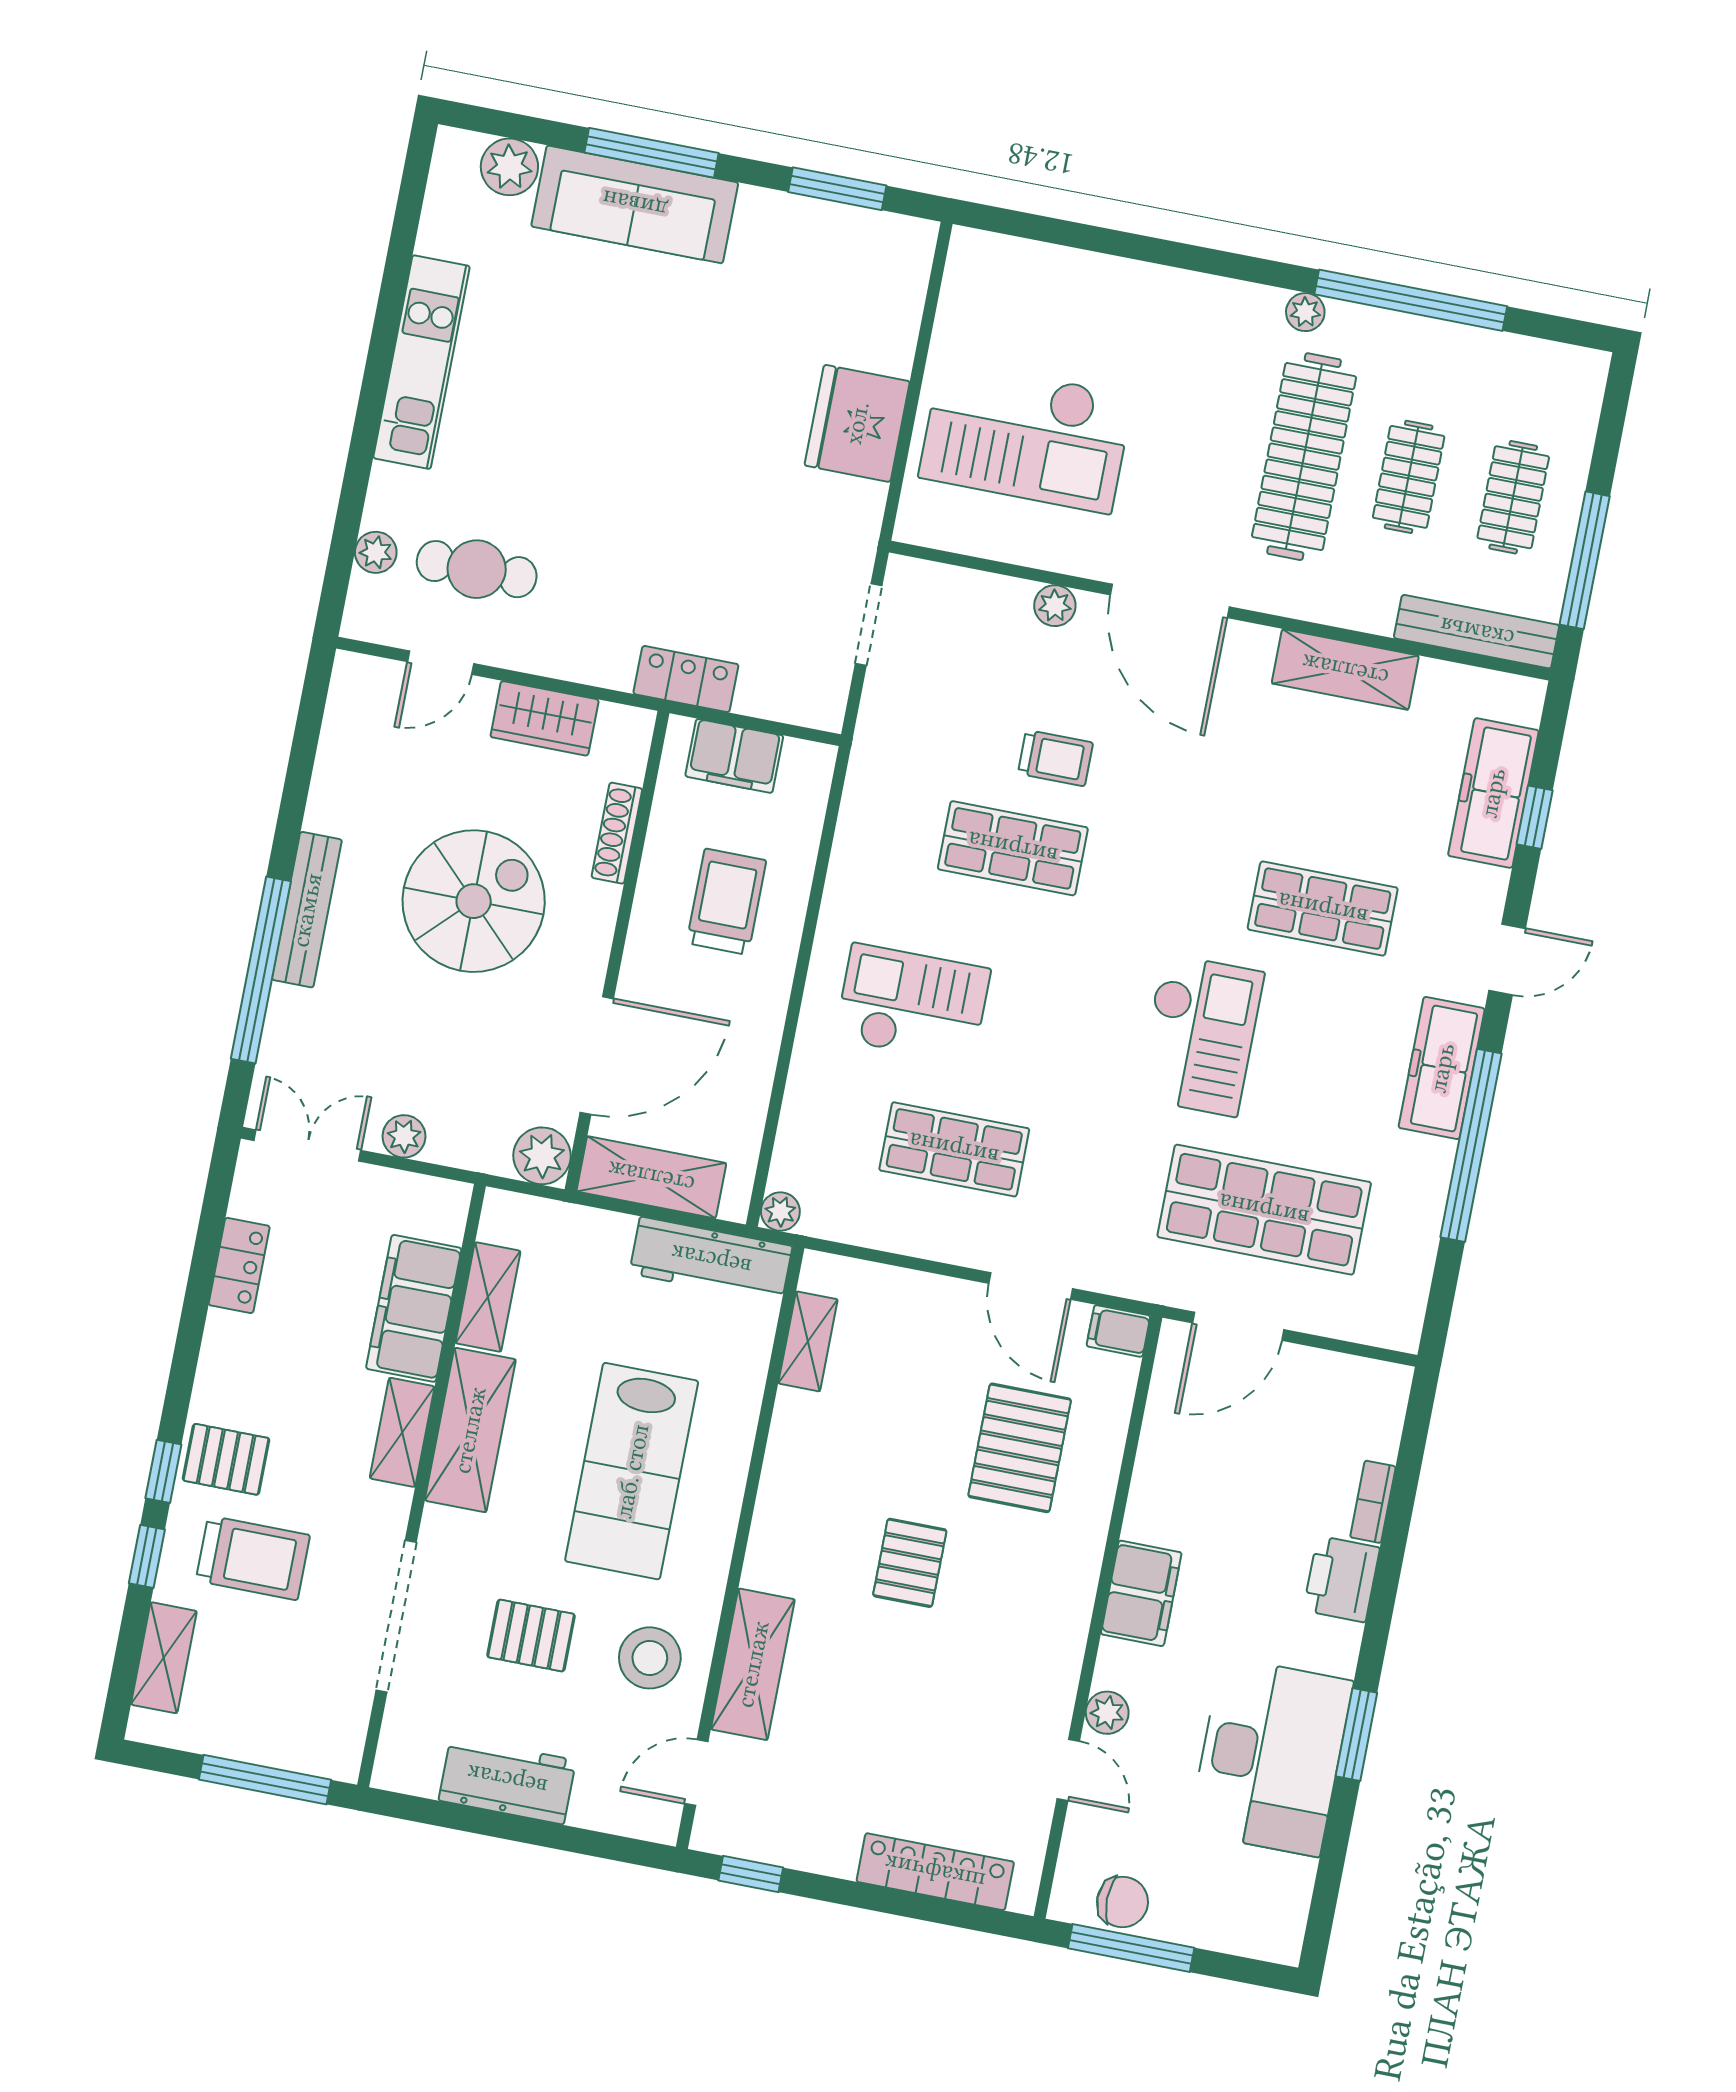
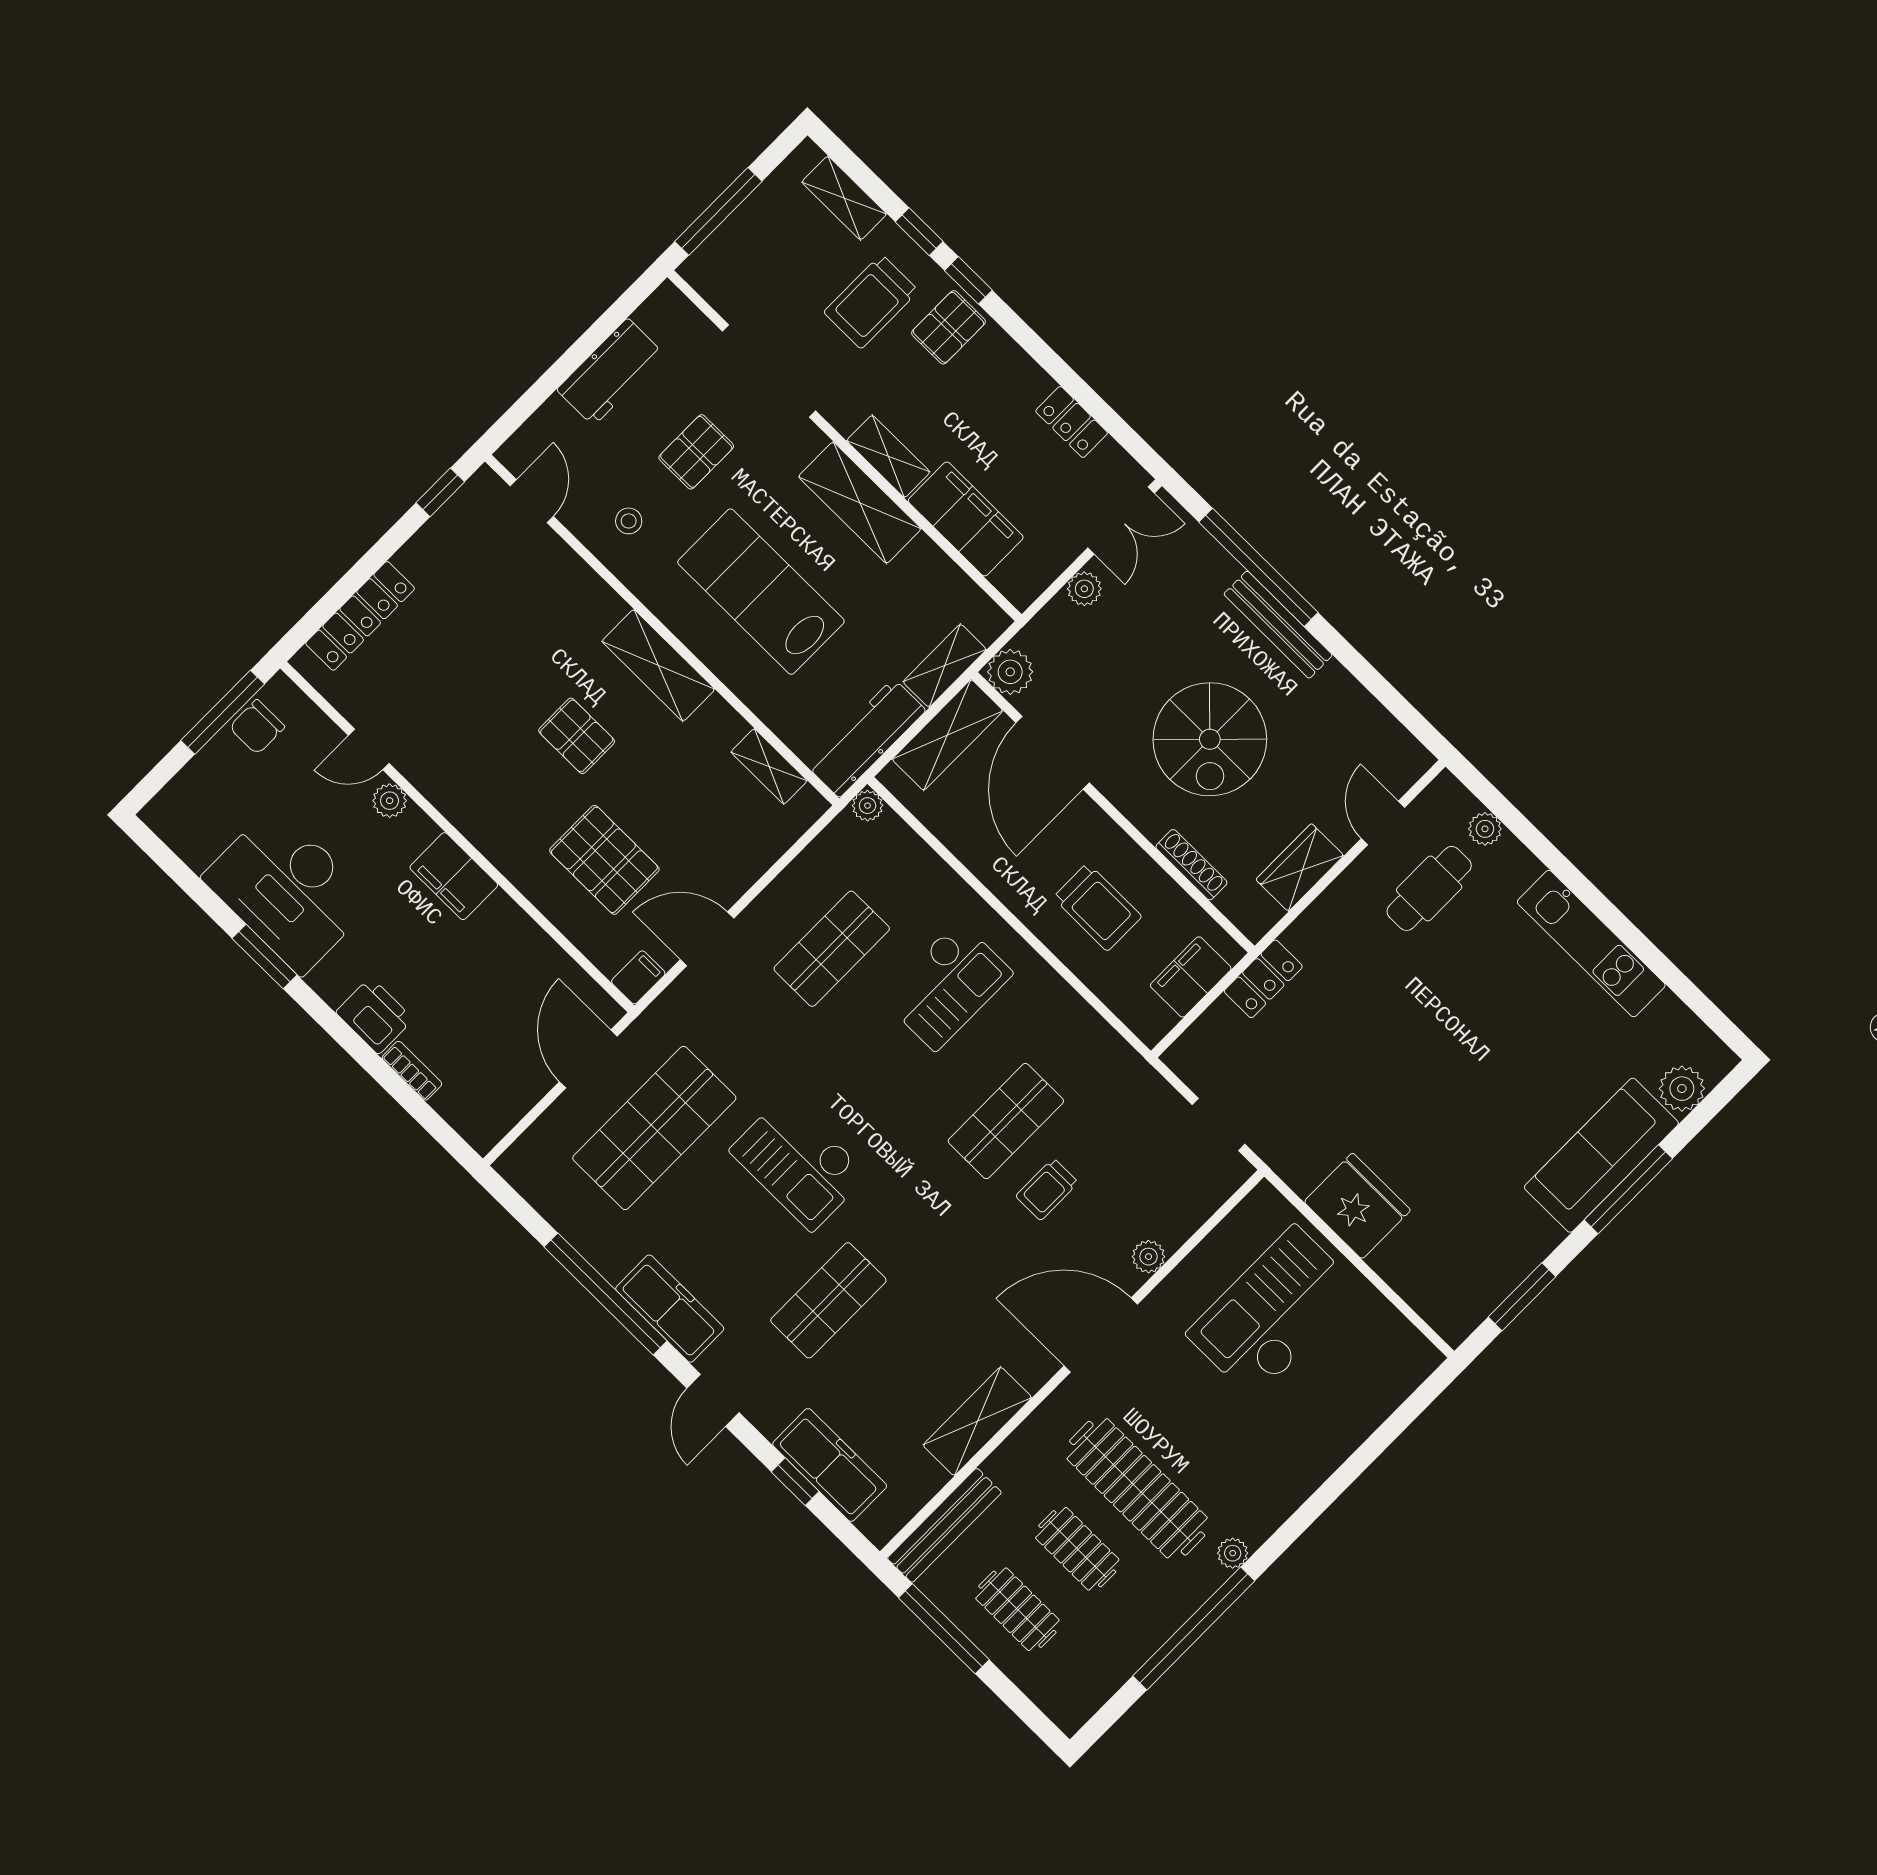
shelving: (488, 1297) -> (945, 666), moved, turned 90
stool: (650, 1658) -> (629, 521), width x0.53, depth x0.53
shelving: (753, 1664) -> (658, 665), moved

